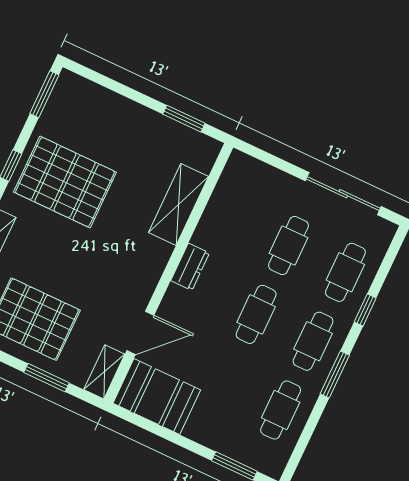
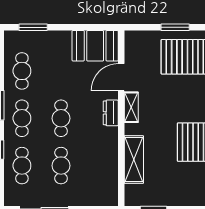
dresser: (190, 267) -> (111, 113), moved
shelving: (104, 372) -> (131, 107), moved
window: (47, 378) -> (175, 27), moved

